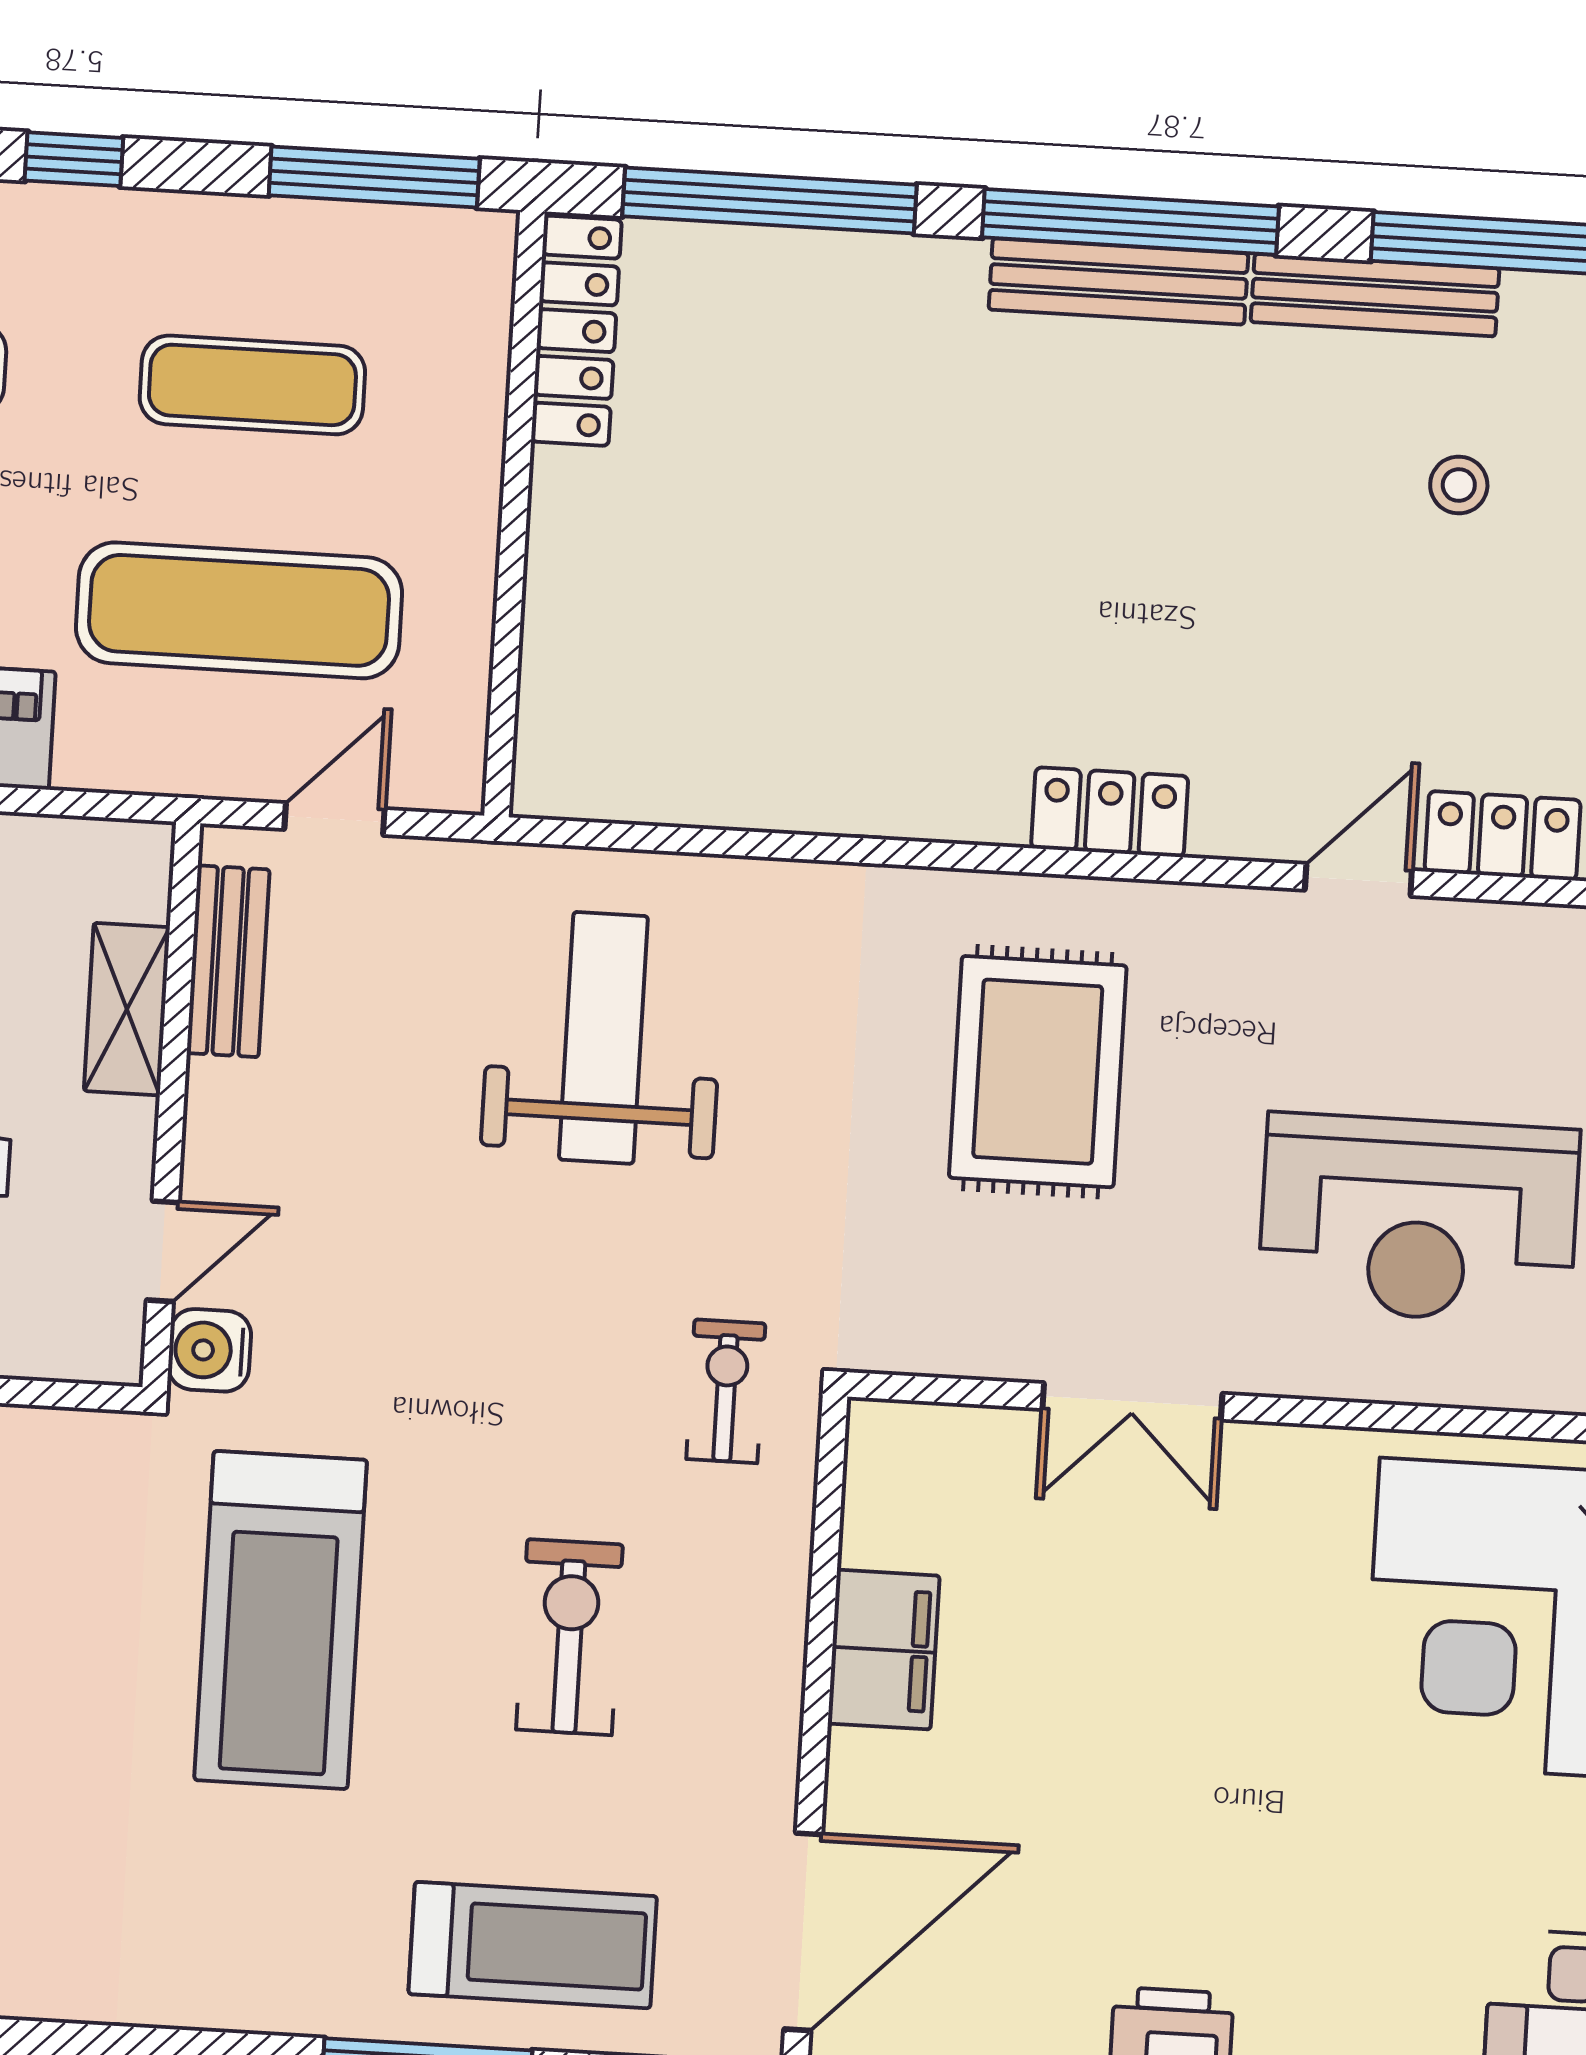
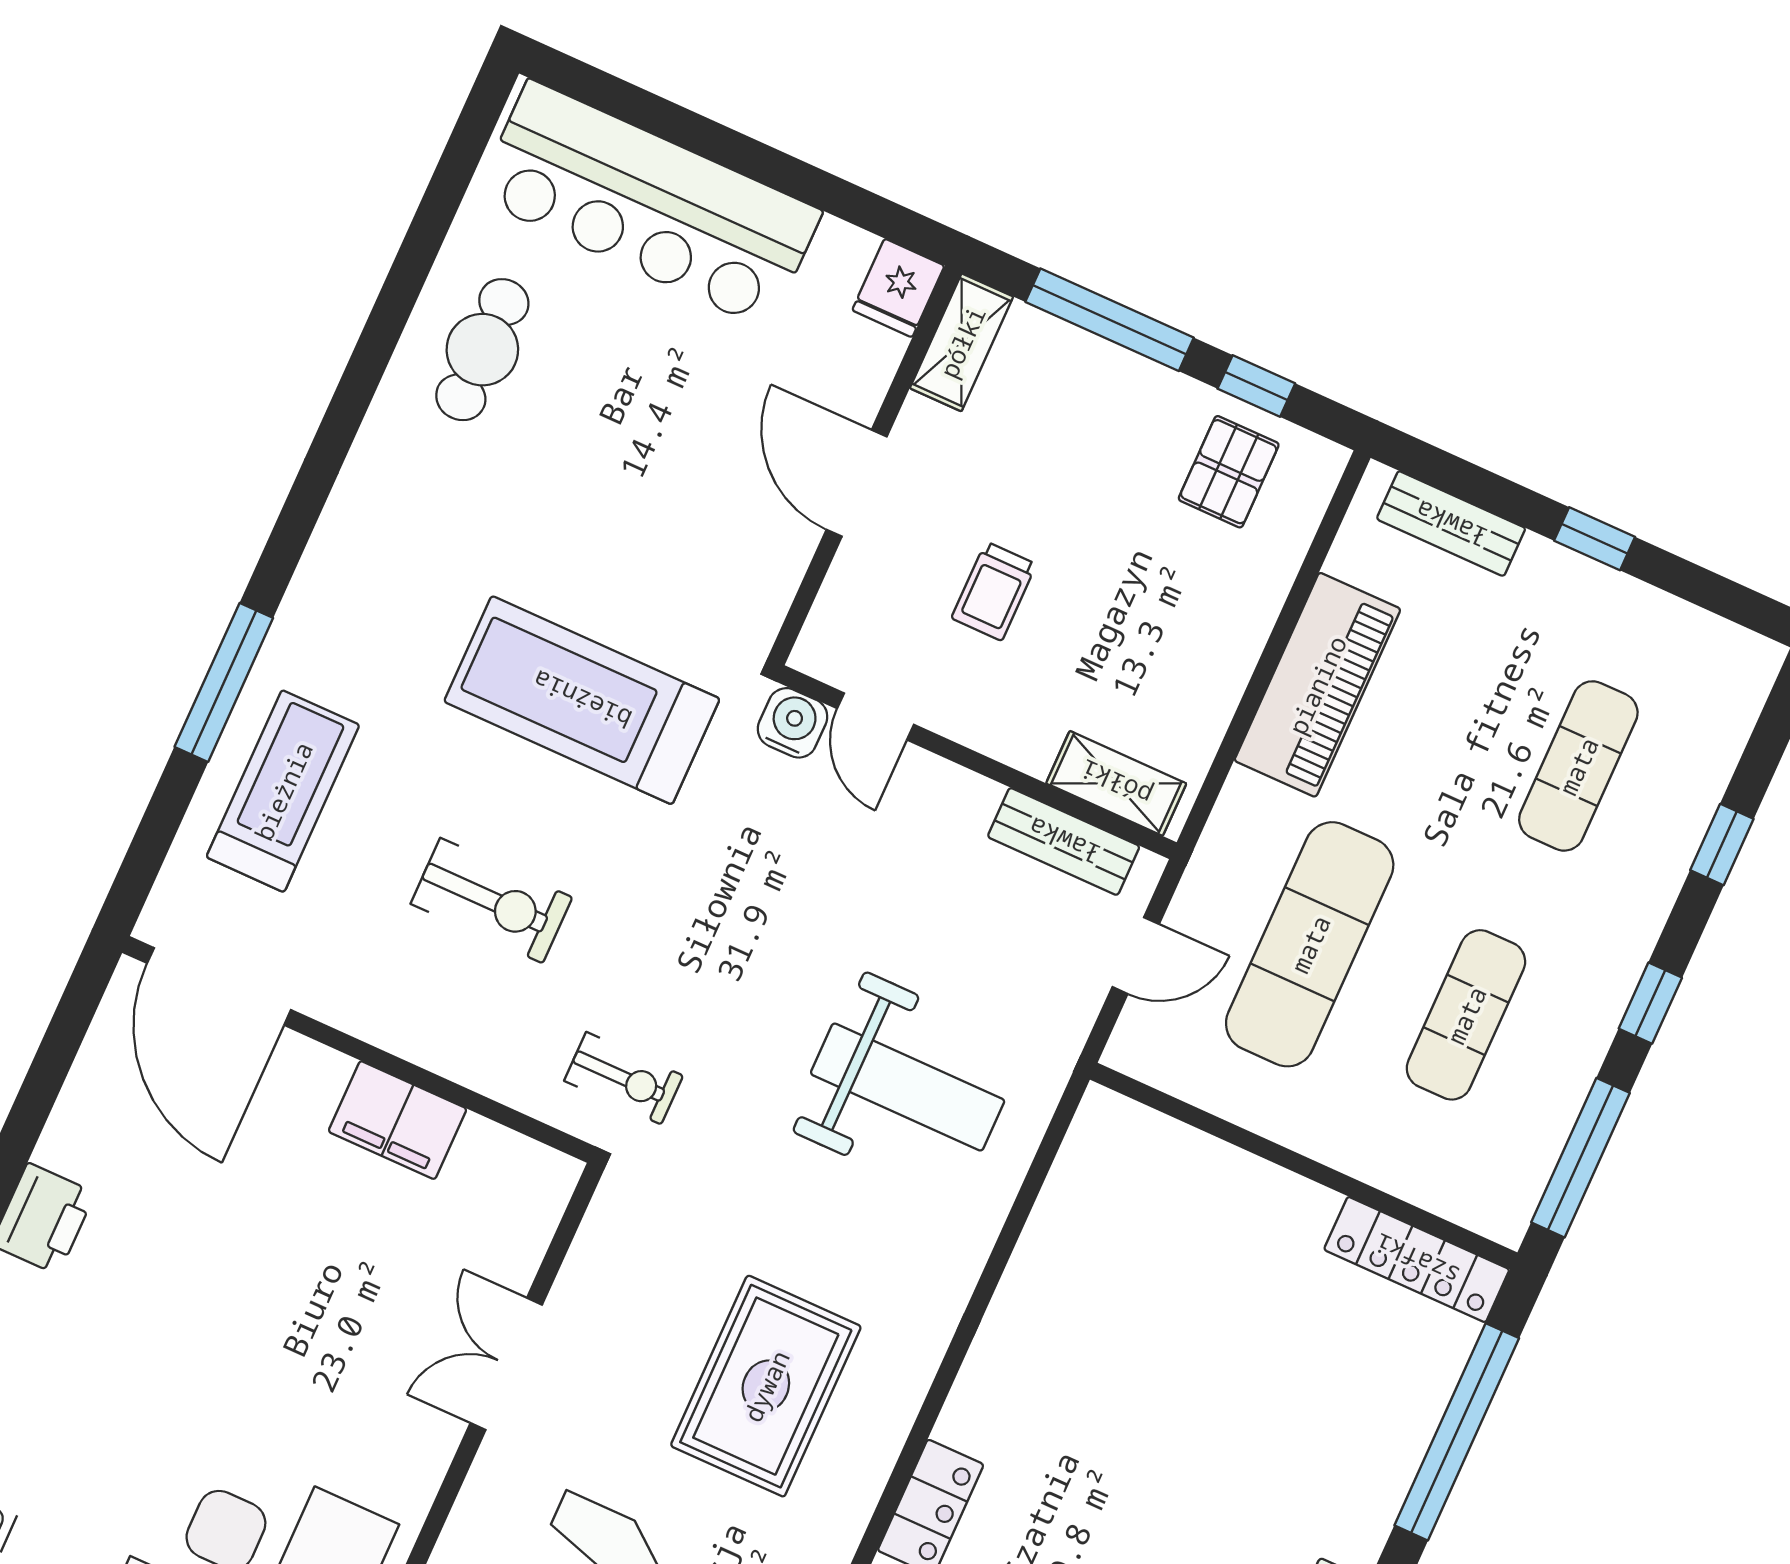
window: (74, 159) -> (1650, 1003), moved
door: (335, 819) -> (1136, 956), hinge flipped
shelving: (127, 1009) -> (1116, 783), moved
rug: (1038, 1072) -> (766, 1386), turned 90
treadmill: (533, 1945) -> (283, 791), turned 180

